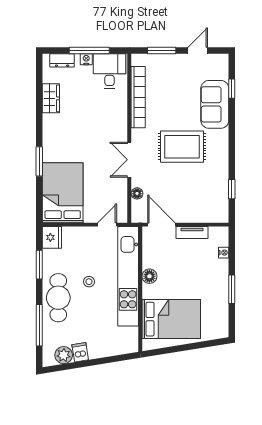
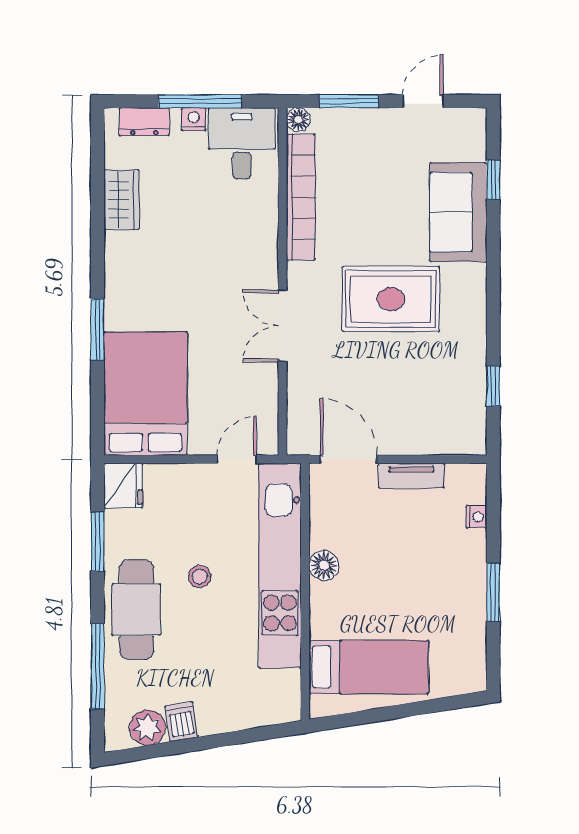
floor lamp: (137, 193) -> (298, 120), moved
bed: (171, 319) -> (369, 667), width x0.67

